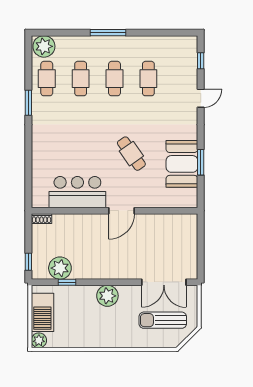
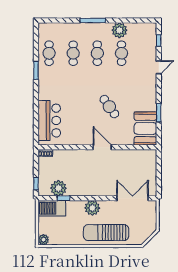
plant: (44, 46) -> (119, 30), moved
booth: (182, 164) -> (145, 128), moved
bar counter: (77, 192) -> (49, 121), moved, turned 90
door: (121, 211) -> (102, 147), swing flipped
double door: (164, 282) -> (133, 198), swing flipped
barbecue: (42, 312) -> (52, 208), moved, turned 90
sun lounger: (163, 320) -> (106, 233), moved, width x1.36, depth x1.34

